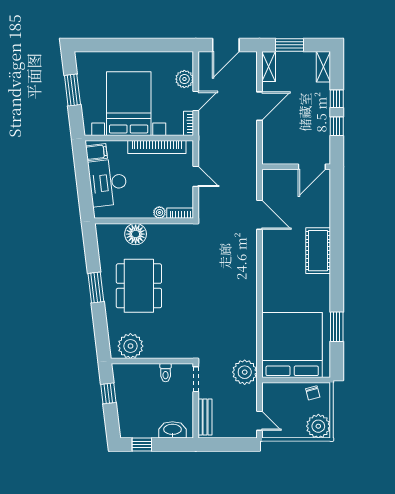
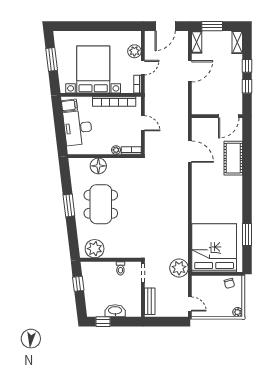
cot: (318, 251) -> (233, 158), moved
plant: (318, 426) -> (238, 312), width x0.53, depth x0.53
washbasin: (172, 430) -> (115, 311), moved

